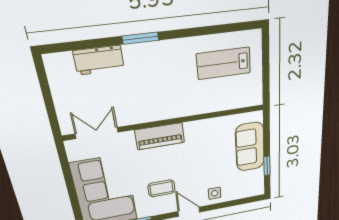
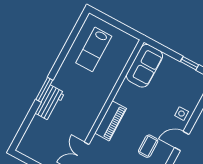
workbench: (99, 60) -> (50, 103), moved
sofa: (250, 147) -> (145, 66), moved, turned -90

